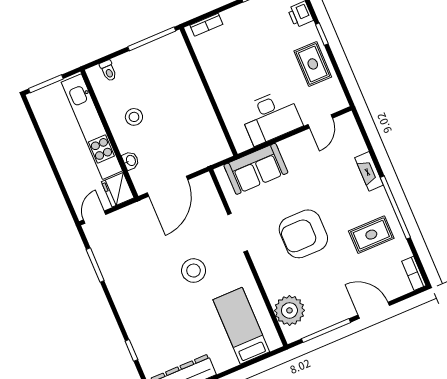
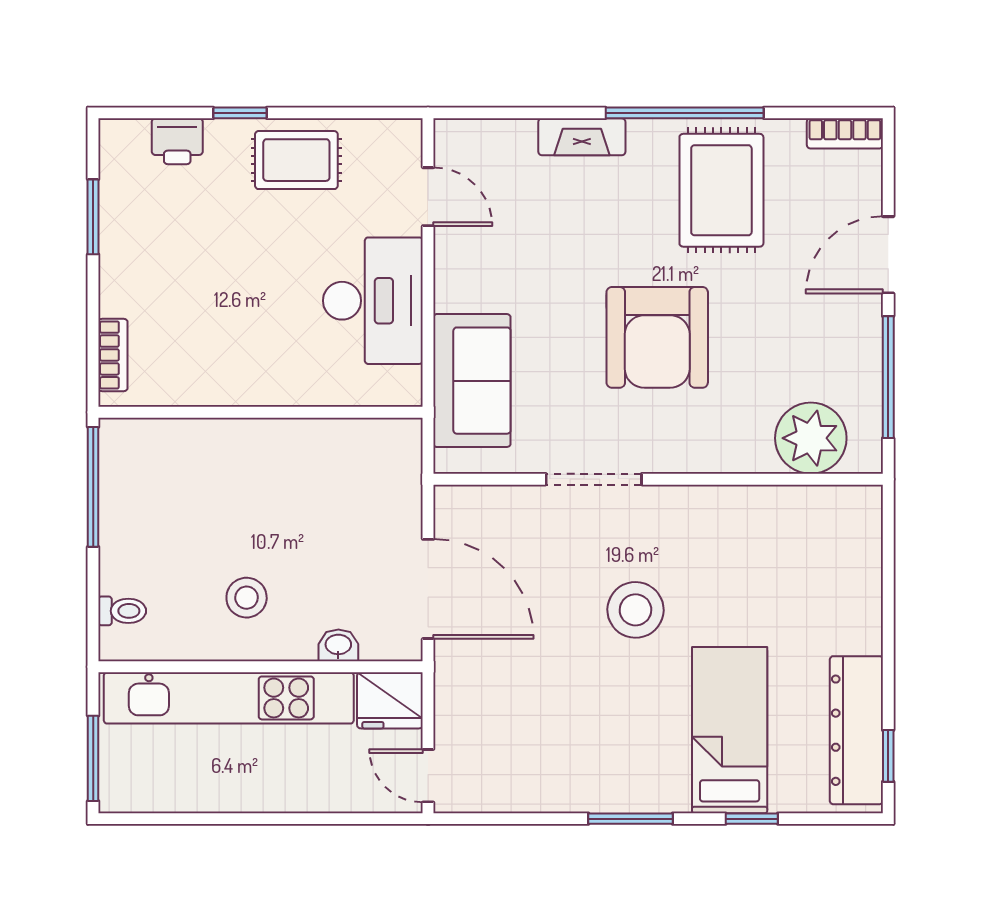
rug: (371, 235) -> (721, 190), width x1.36, depth x1.43
window: (95, 265) -> (631, 819), moved
bed: (241, 326) -> (730, 730), moved, turned 90

